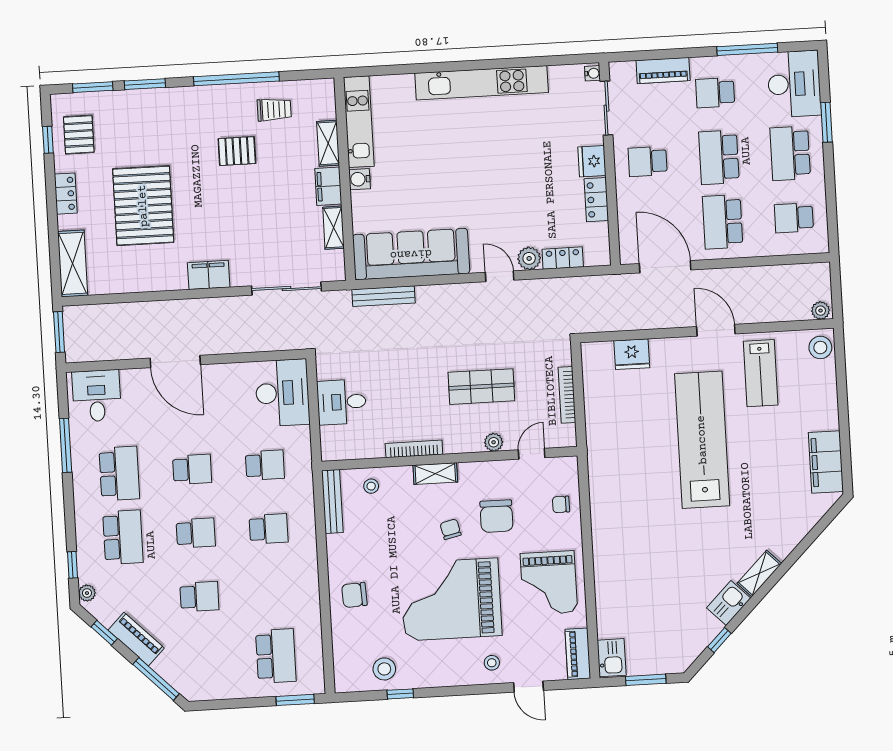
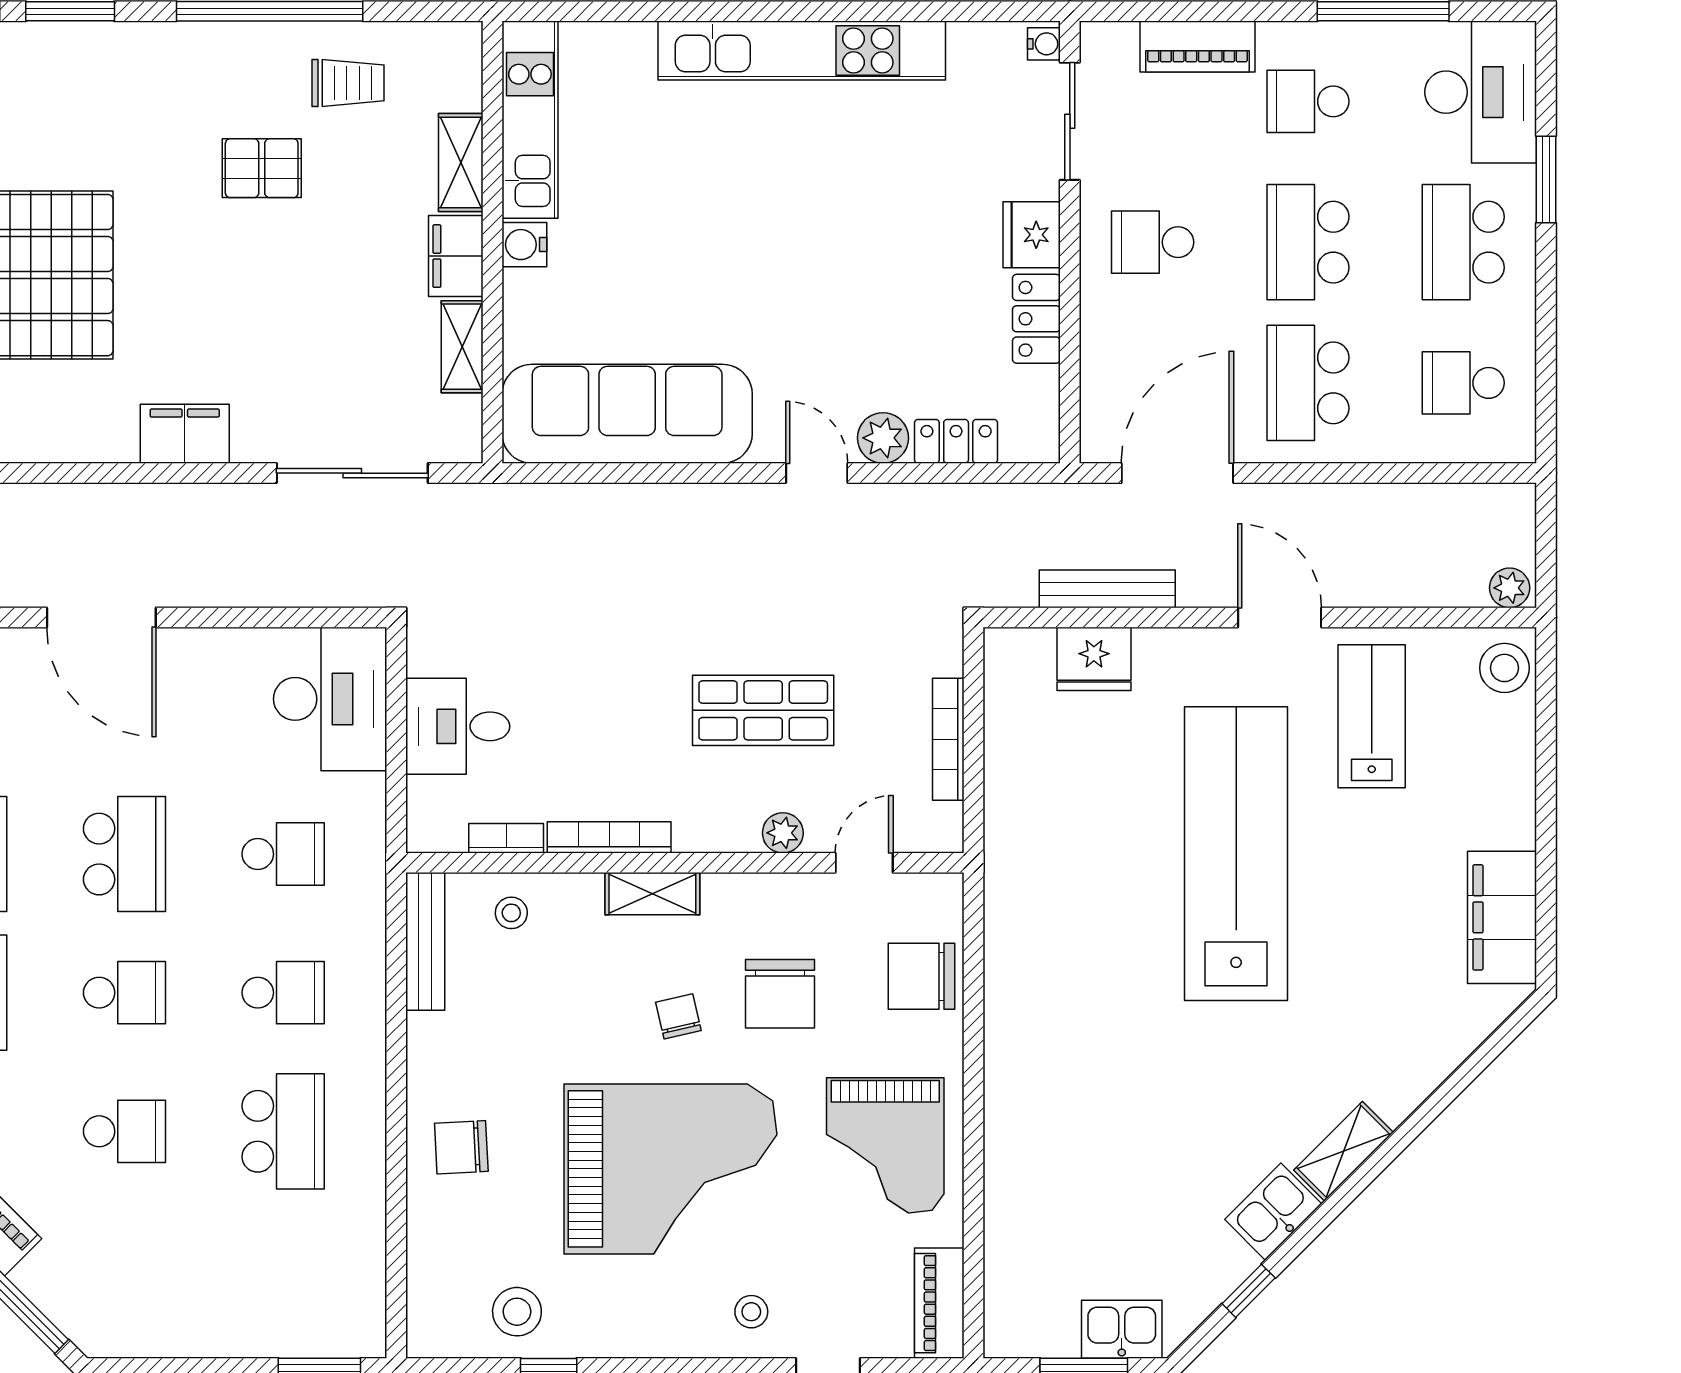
door: (665, 267) -> (1177, 473), hinge flipped
bench: (383, 296) -> (1107, 589), moved
lab bench: (761, 373) -> (1372, 716), turned 180
bookcase: (367, 452) -> (506, 838), added
school desk: (192, 469) -> (124, 854), width x1.85
chair: (561, 504) -> (922, 976), width x1.87, depth x1.87
grand piano: (451, 599) -> (671, 1169), turned 180
school desk: (276, 656) -> (283, 1131), moved
kitchen sink: (612, 658) -> (1122, 1329), moved, turned -90

